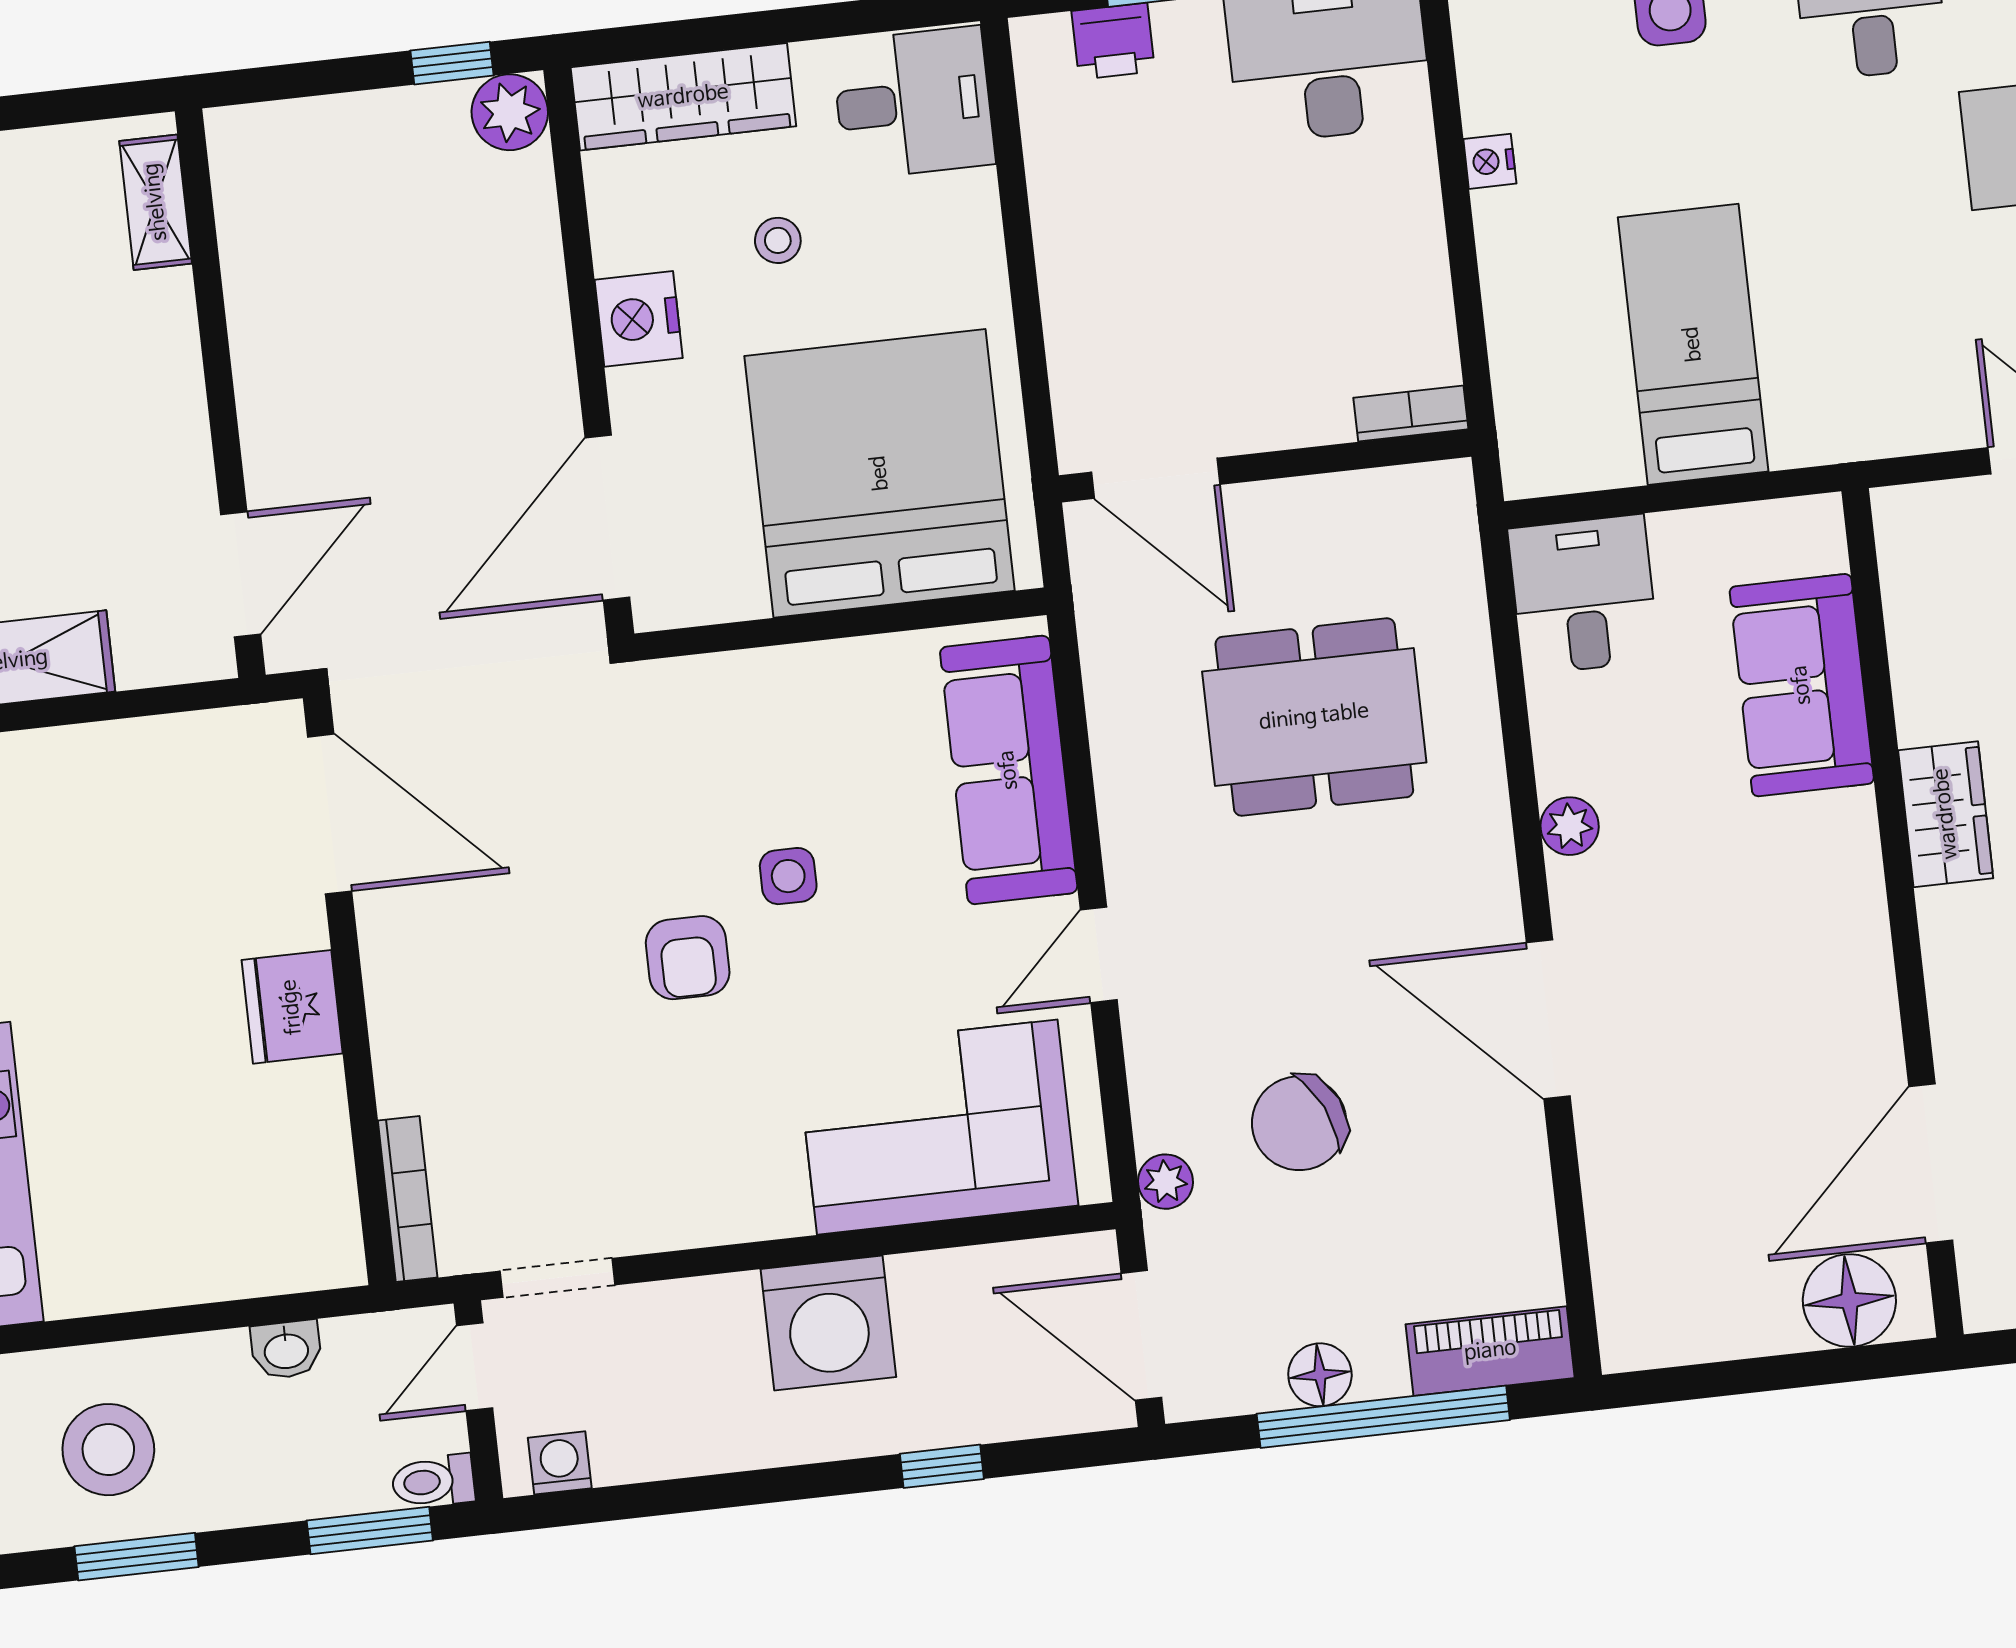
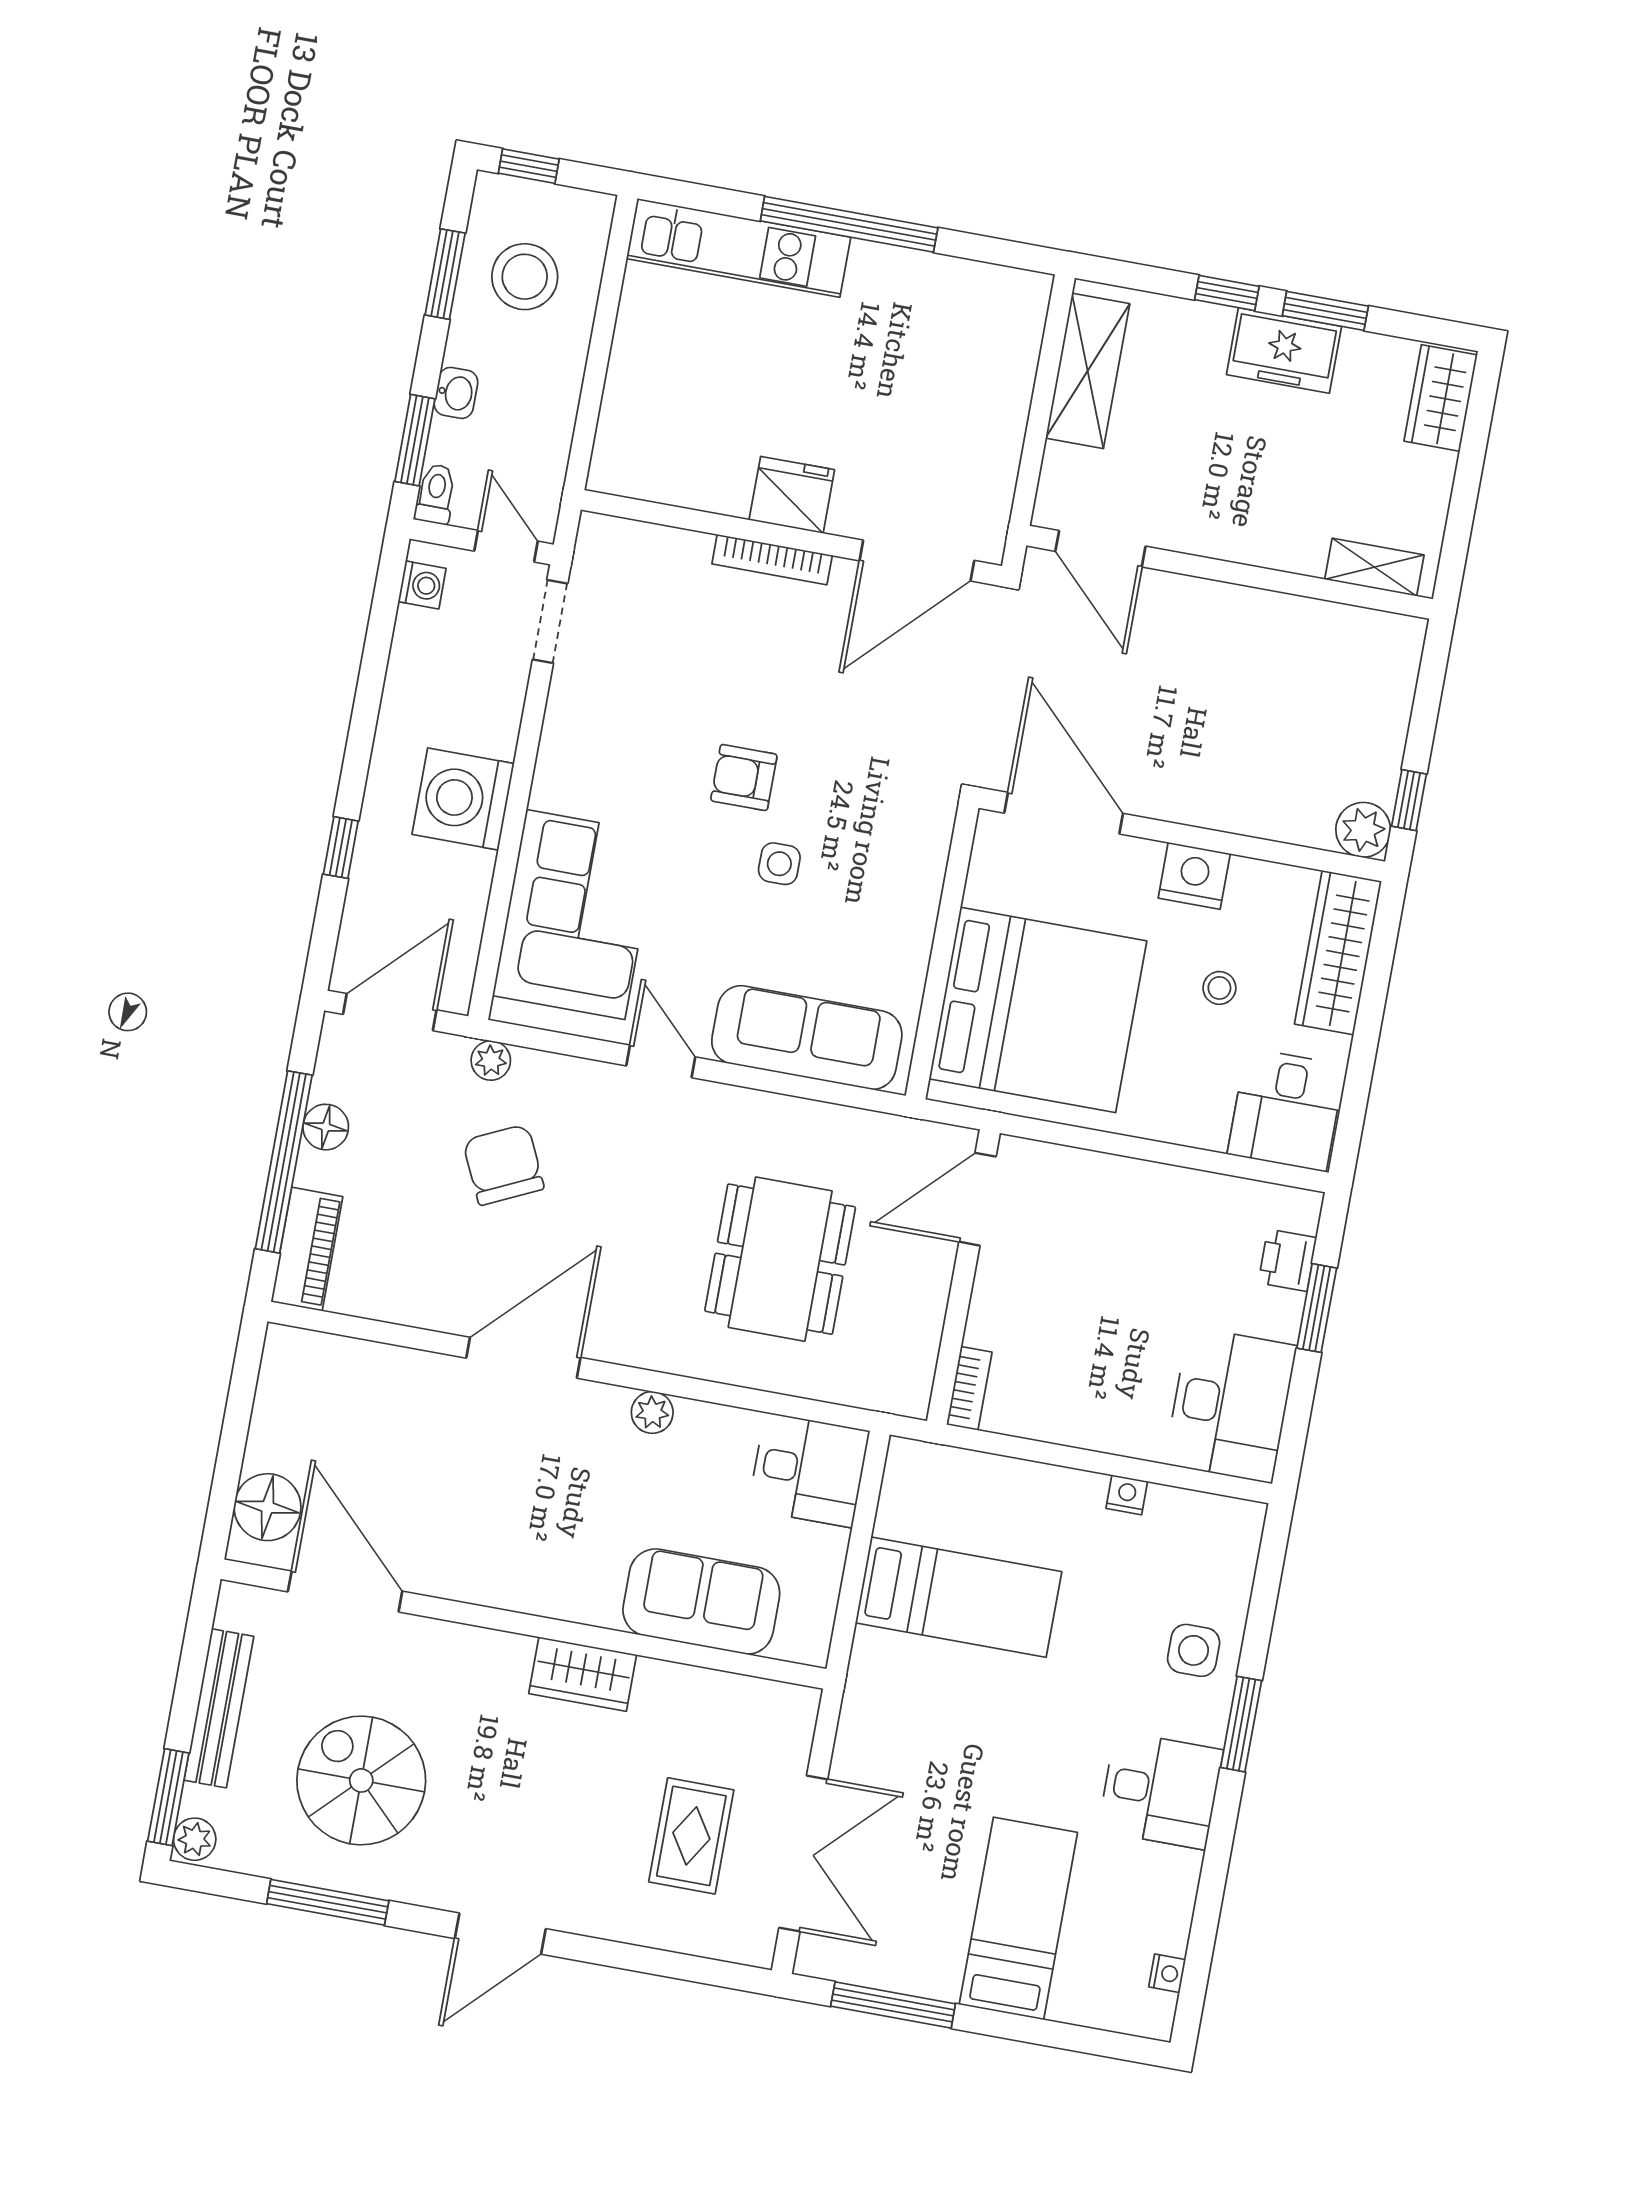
bookcase: (408, 1199) -> (772, 560), moved
washbasin: (286, 1350) -> (456, 393), moved, turned 180

